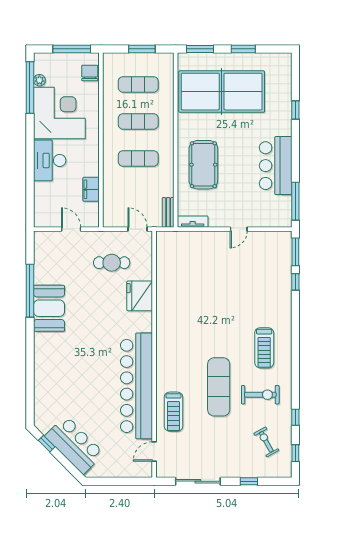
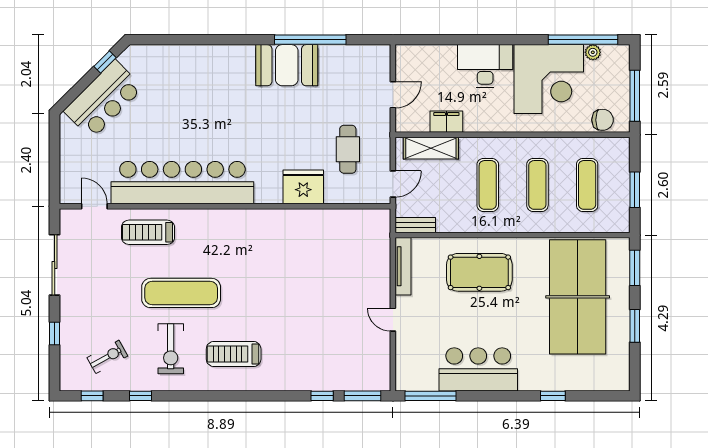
shelving: (111, 201) -> (431, 148), added
tv unit: (193, 222) -> (403, 266), width x1.41

